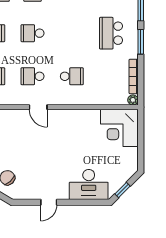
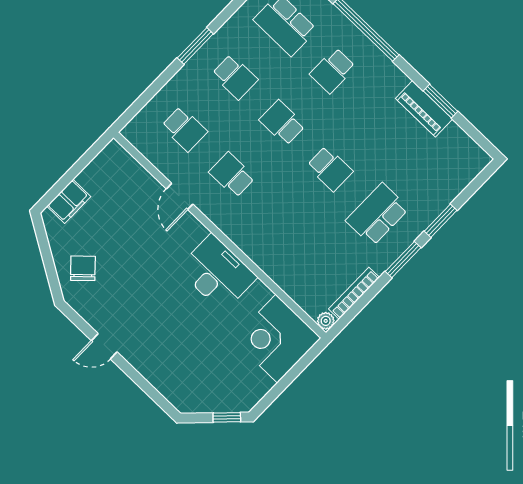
school desk: (72, 76) -> (330, 169), moved
door: (38, 107) -> (180, 196), moved
desk: (89, 184) -> (217, 273), moved, turned 180
window: (123, 190) -> (227, 417), moved

